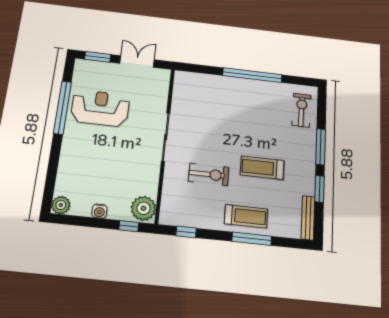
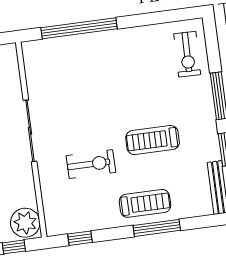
window: (252, 75) -> (79, 28), moved
exercise bike: (301, 110) -> (187, 54), turned 180

